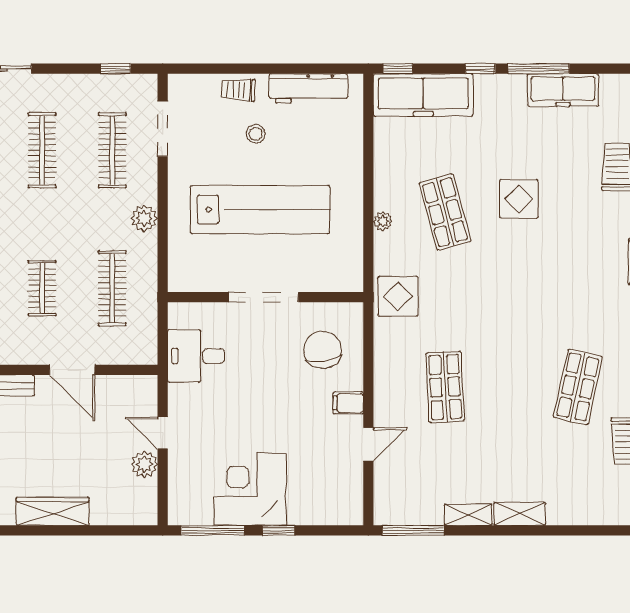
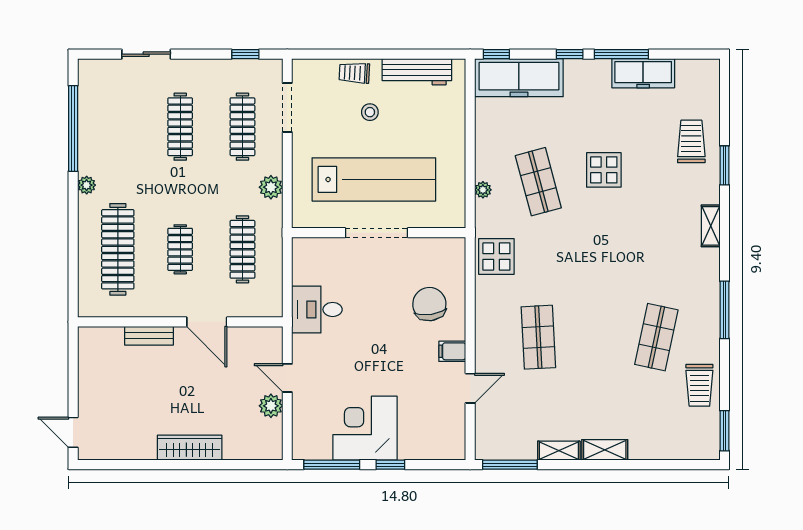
doorway: (263, 297) -> (377, 233), moved
wall: (266, 297) -> (379, 233), moved

